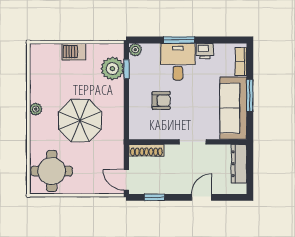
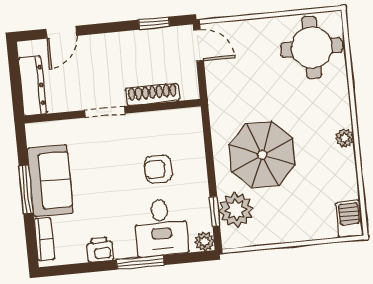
barbecue: (74, 52) -> (349, 219), moved, turned -90
desk: (178, 62) -> (161, 227), moved
sofa: (233, 108) -> (50, 181), width x0.73
parasol: (80, 120) -> (262, 155), moved
shoe rack: (146, 150) -> (153, 94), moved
door: (202, 197) -> (61, 32), moved

